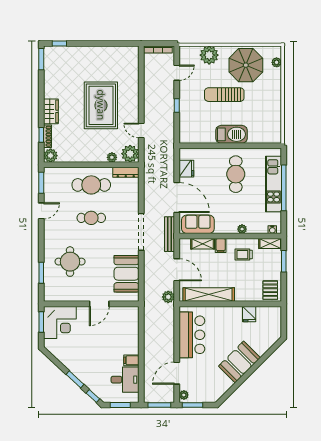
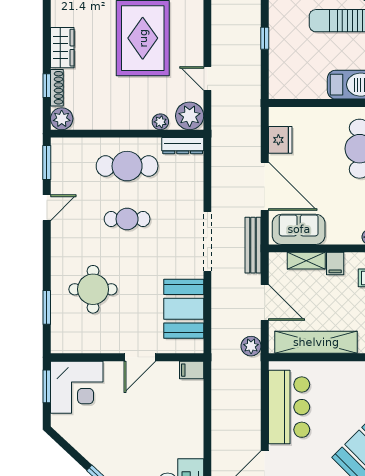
filing cabinet: (131, 360) -> (192, 370), moved

